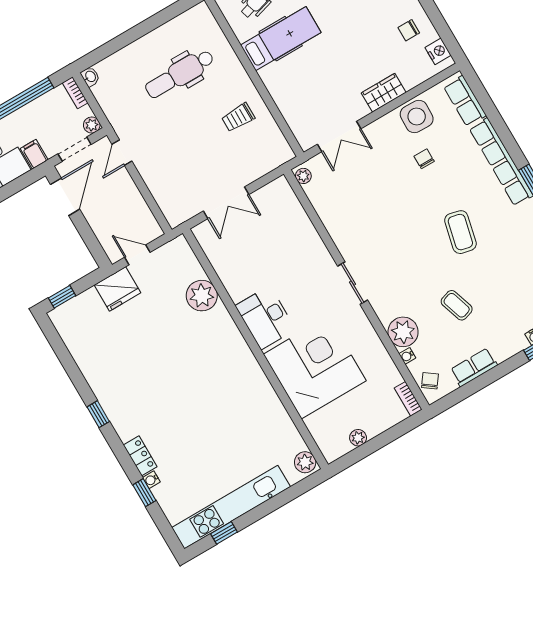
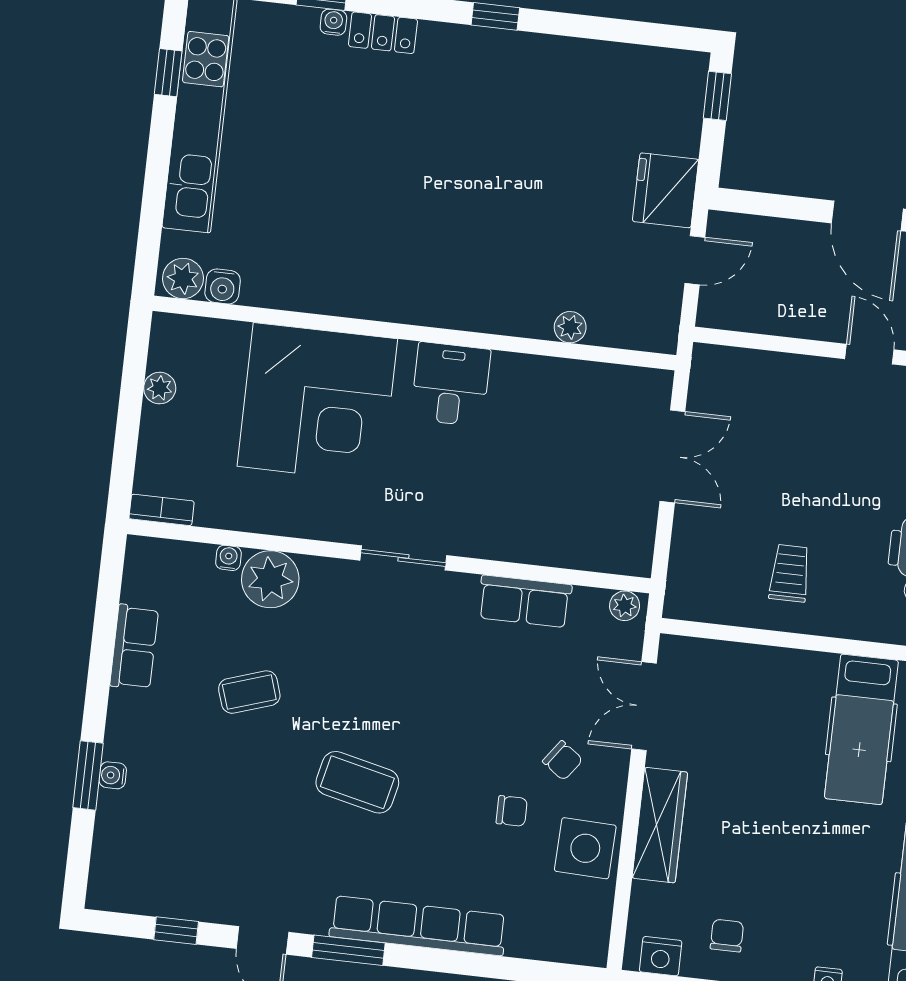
wardrobe: (384, 93) -> (660, 825), width x1.50
row of seats: (465, 101) -> (525, 601), moved, turned 180
double door: (226, 203) -> (672, 456), swing flipped
plant: (202, 296) -> (570, 327), width x0.53, depth x0.53
desk: (265, 318) -> (451, 384), width x0.73
chair: (430, 381) -> (563, 761), moved
water cooler: (296, 443) -> (223, 286), added

